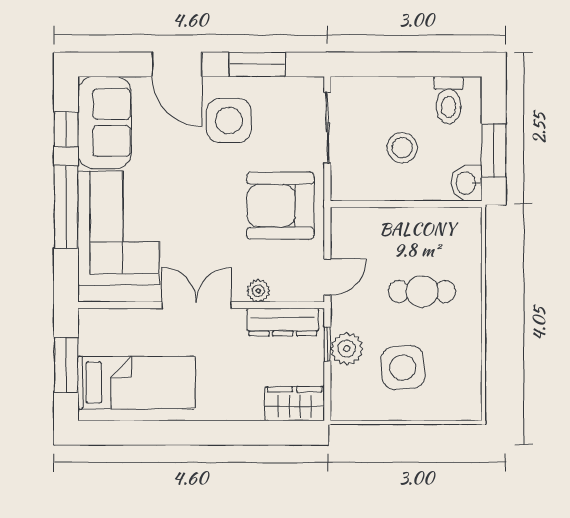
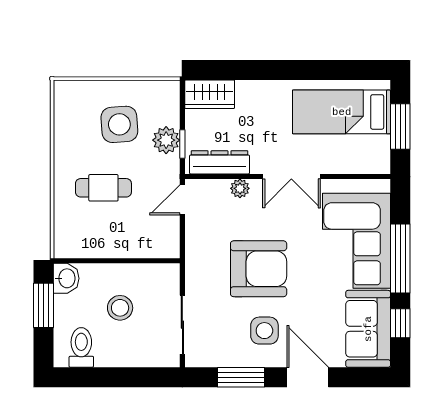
side table: (229, 120) -> (264, 331), width x0.73, depth x0.73
armchair: (280, 206) -> (259, 269), moved

